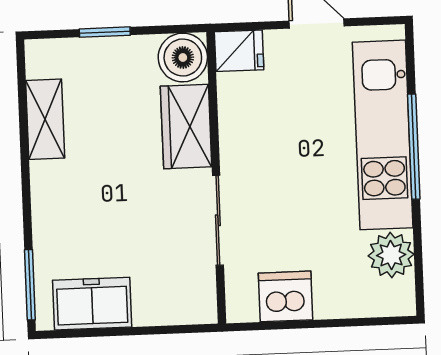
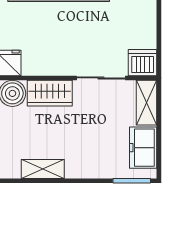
dishwasher: (286, 296) -> (143, 63), moved, turned 90
shelving: (176, 307) -> (147, 103), added

